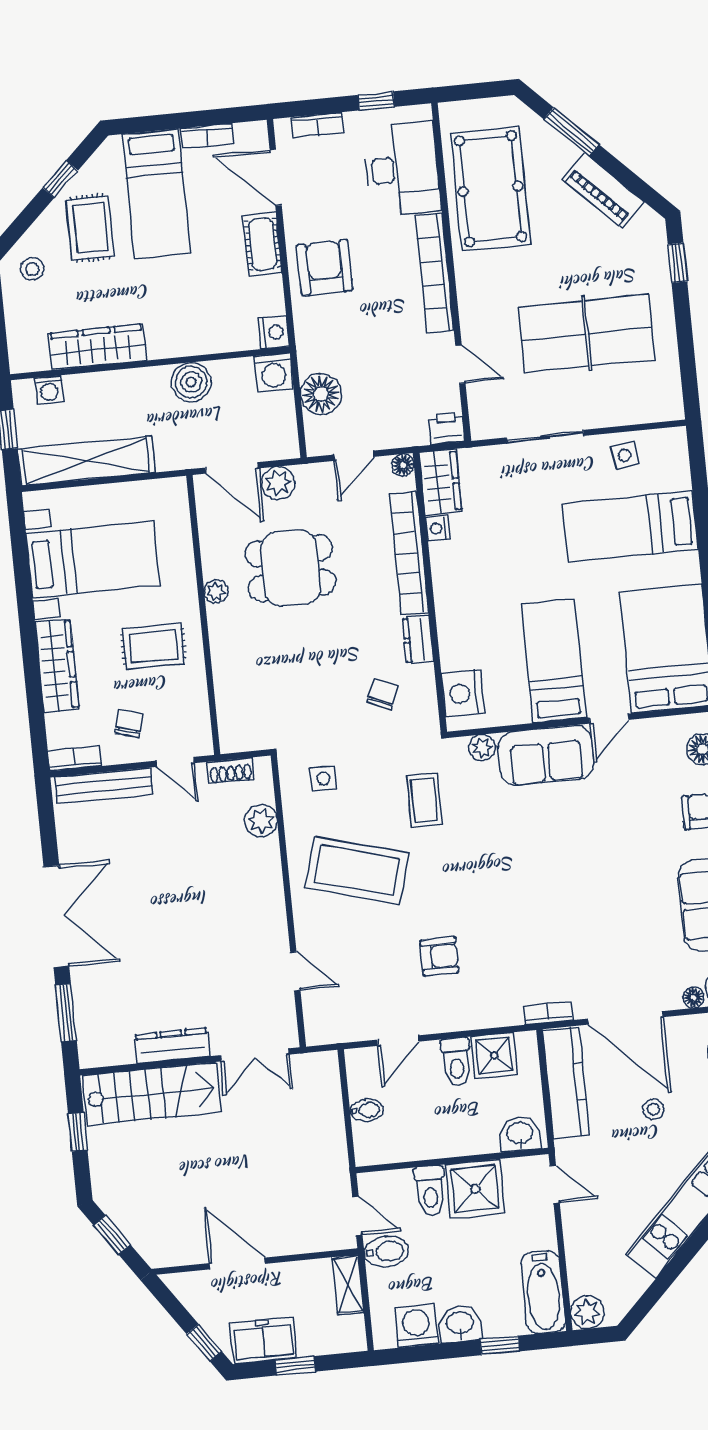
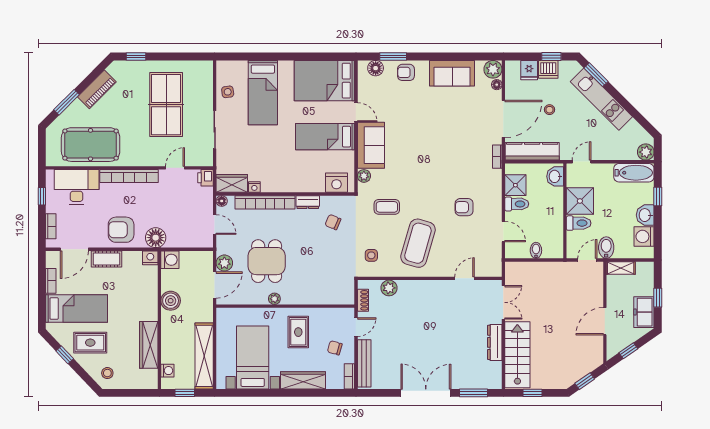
floor lamp: (321, 394) -> (156, 238), moved
armchair: (439, 956) -> (464, 207), turned -90
window: (204, 1343) -> (628, 351), moved

